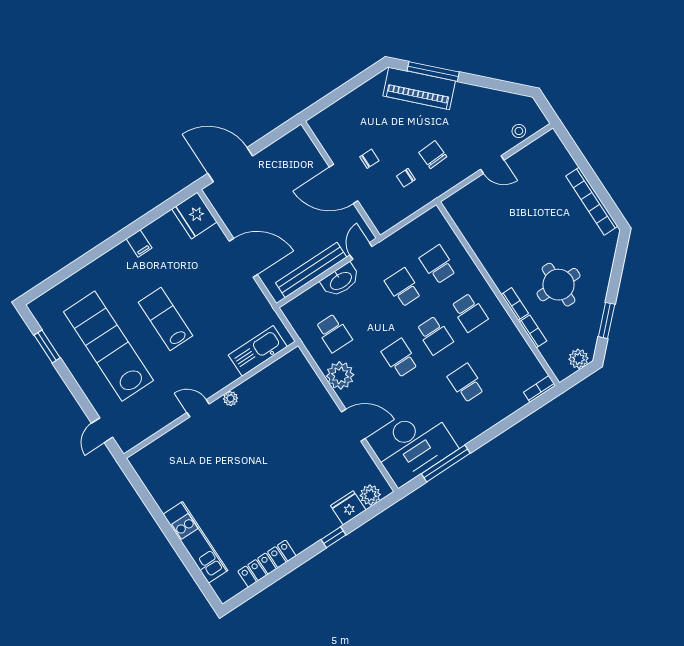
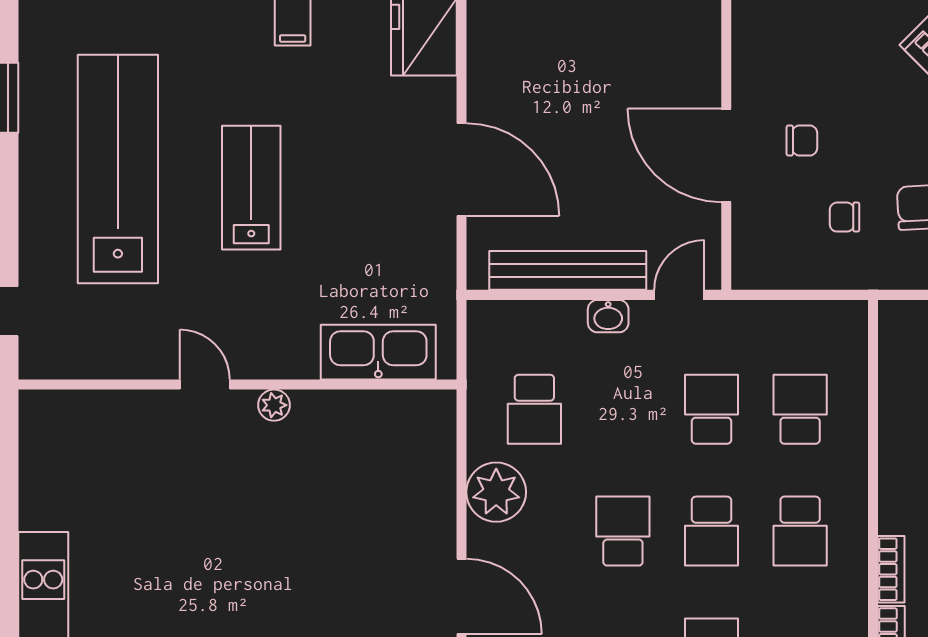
washbasin: (341, 280) -> (608, 316), width x0.52, depth x0.69

